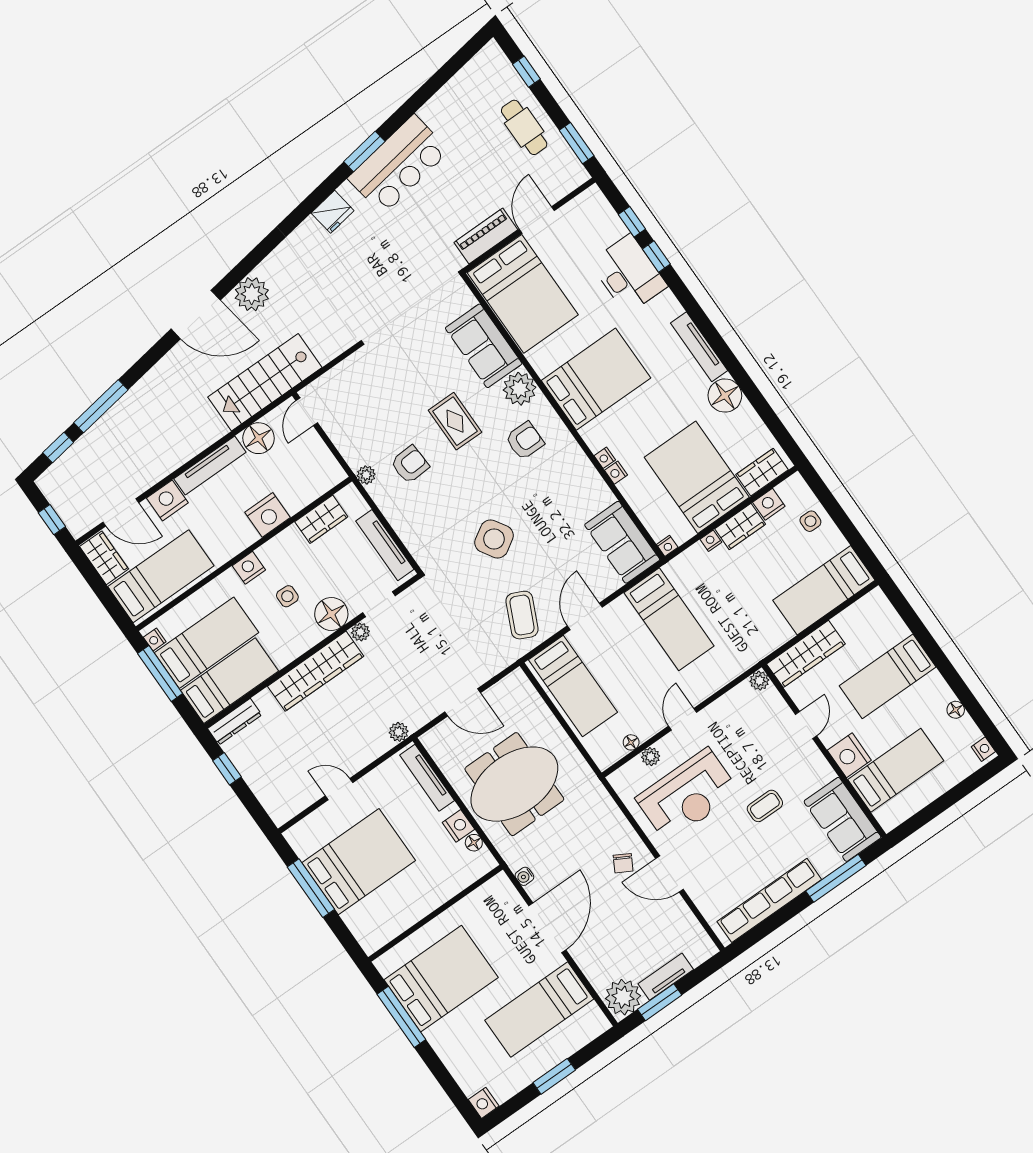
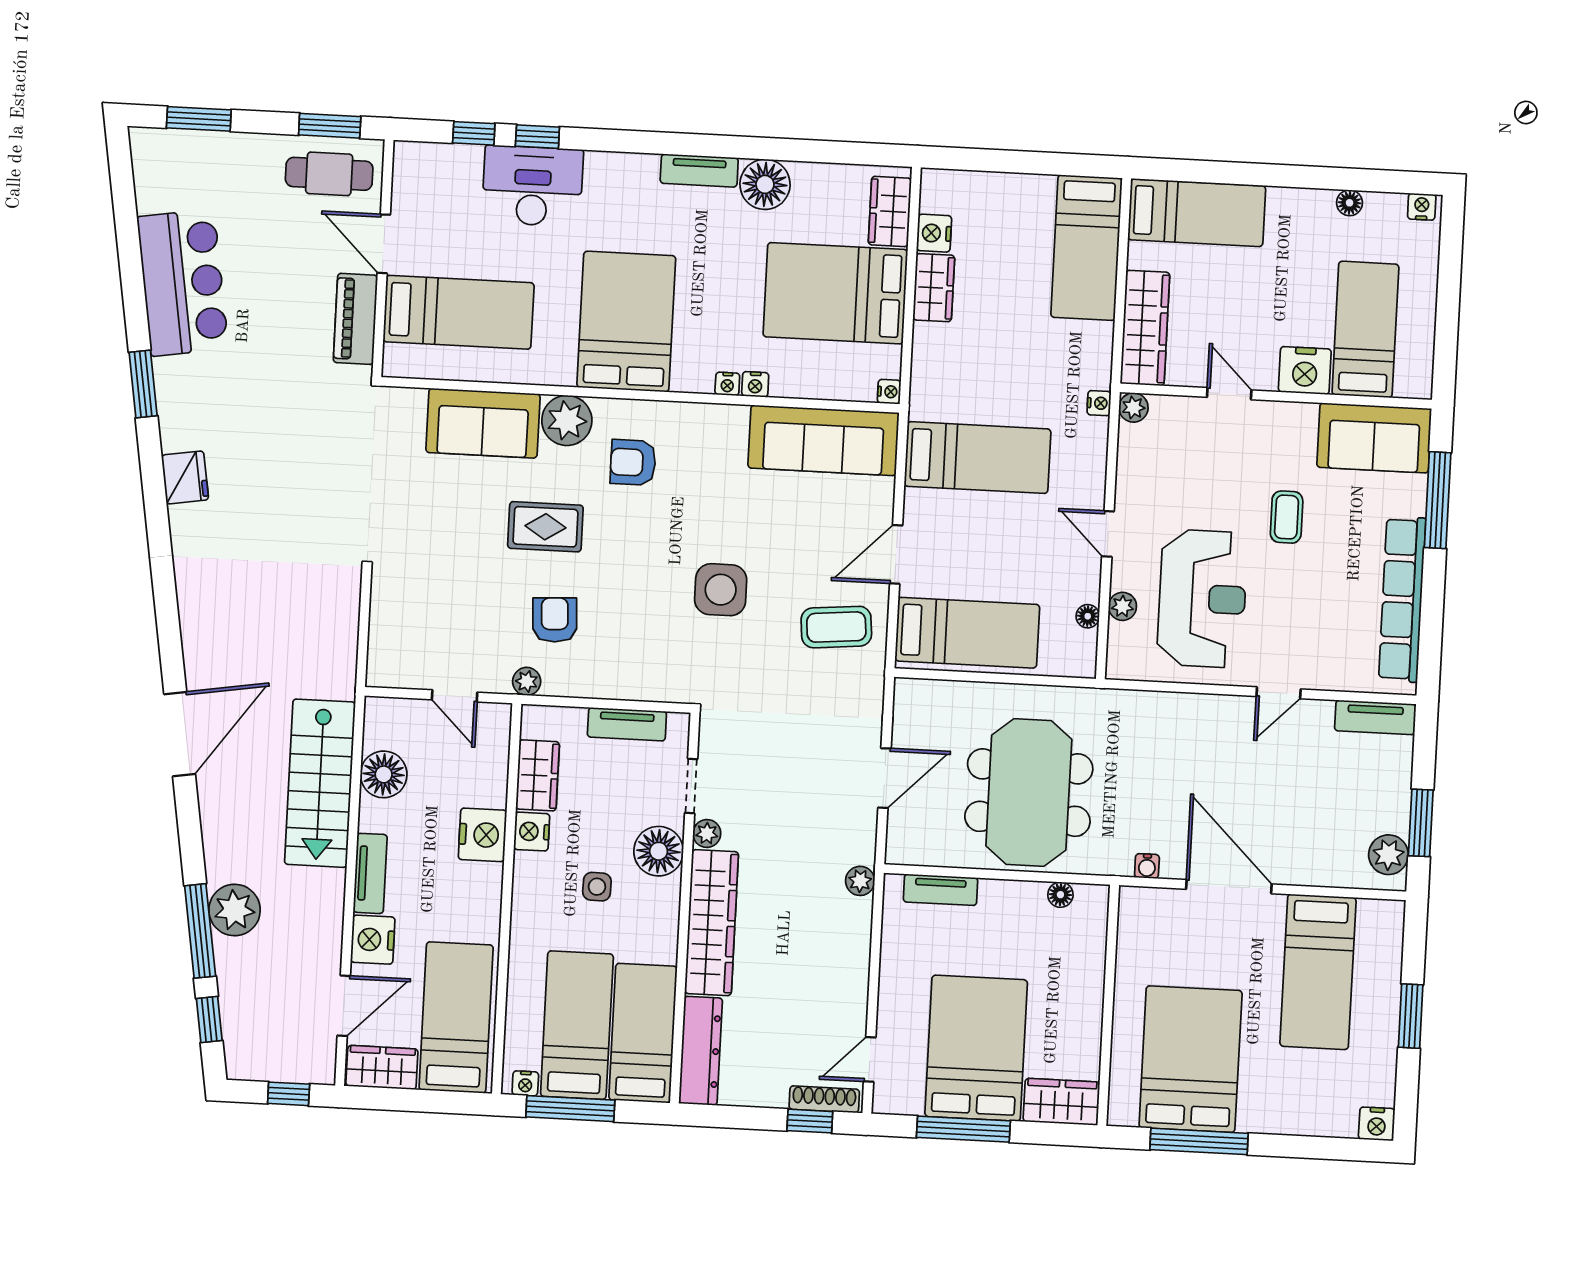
window: (526, 72) -> (199, 119), width x1.50
cafe table: (524, 127) -> (329, 174), moved
bar counter: (399, 165) -> (183, 283), moved
plant: (252, 294) -> (235, 910), moved
bed: (523, 294) -> (459, 312), width x0.67
tv unit: (699, 347) -> (699, 171), width x0.71
stairs: (265, 382) -> (320, 783), moved
door: (307, 412) -> (455, 696), moved
armchair: (525, 441) -> (633, 462), turned -90
tv unit: (210, 466) -> (370, 873), width x0.71
side table: (810, 521) -> (992, 200), removed
side table: (494, 539) -> (721, 590), turned 32
nightstand: (711, 541) -> (1099, 403), moved, turned 180
sofa: (622, 542) -> (824, 440), width x1.36
tv unit: (385, 545) -> (627, 724), width x0.71
nightstand: (249, 568) -> (532, 832), moved
coffee table: (522, 615) -> (836, 627), turned -30
door: (585, 616) -> (896, 554), hinge flipped
bed: (888, 676) -> (1197, 213), moved, turned -90
dresser: (235, 722) -> (701, 1051), width x1.37, depth x1.24
window: (227, 769) -> (810, 1121), moved
tv unit: (427, 778) -> (940, 890), width x0.71
door: (339, 789) -> (870, 1059), moved
shoe rack: (269, 803) -> (824, 1099), added
nightstand: (458, 826) -> (1026, 897), removed
chair: (623, 863) -> (1223, 737), removed
door: (669, 874) -> (1279, 693), width x0.73
wardrobe: (366, 928) -> (1061, 1102), added
tv unit: (666, 977) -> (1375, 717), moved, turned -90
plant: (623, 997) -> (1388, 855), width x0.73, depth x0.73

